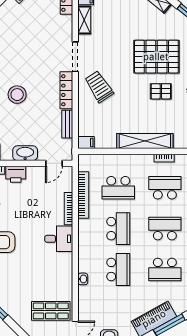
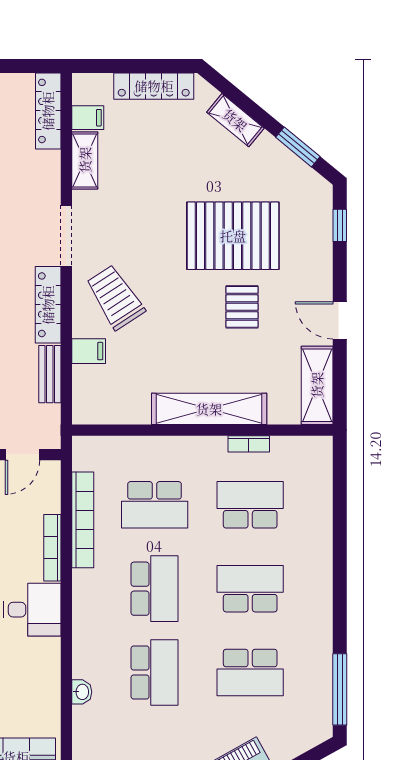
pallet: (161, 91) -> (242, 307), turned 90
filing cabinet: (86, 143) -> (89, 351), moved

